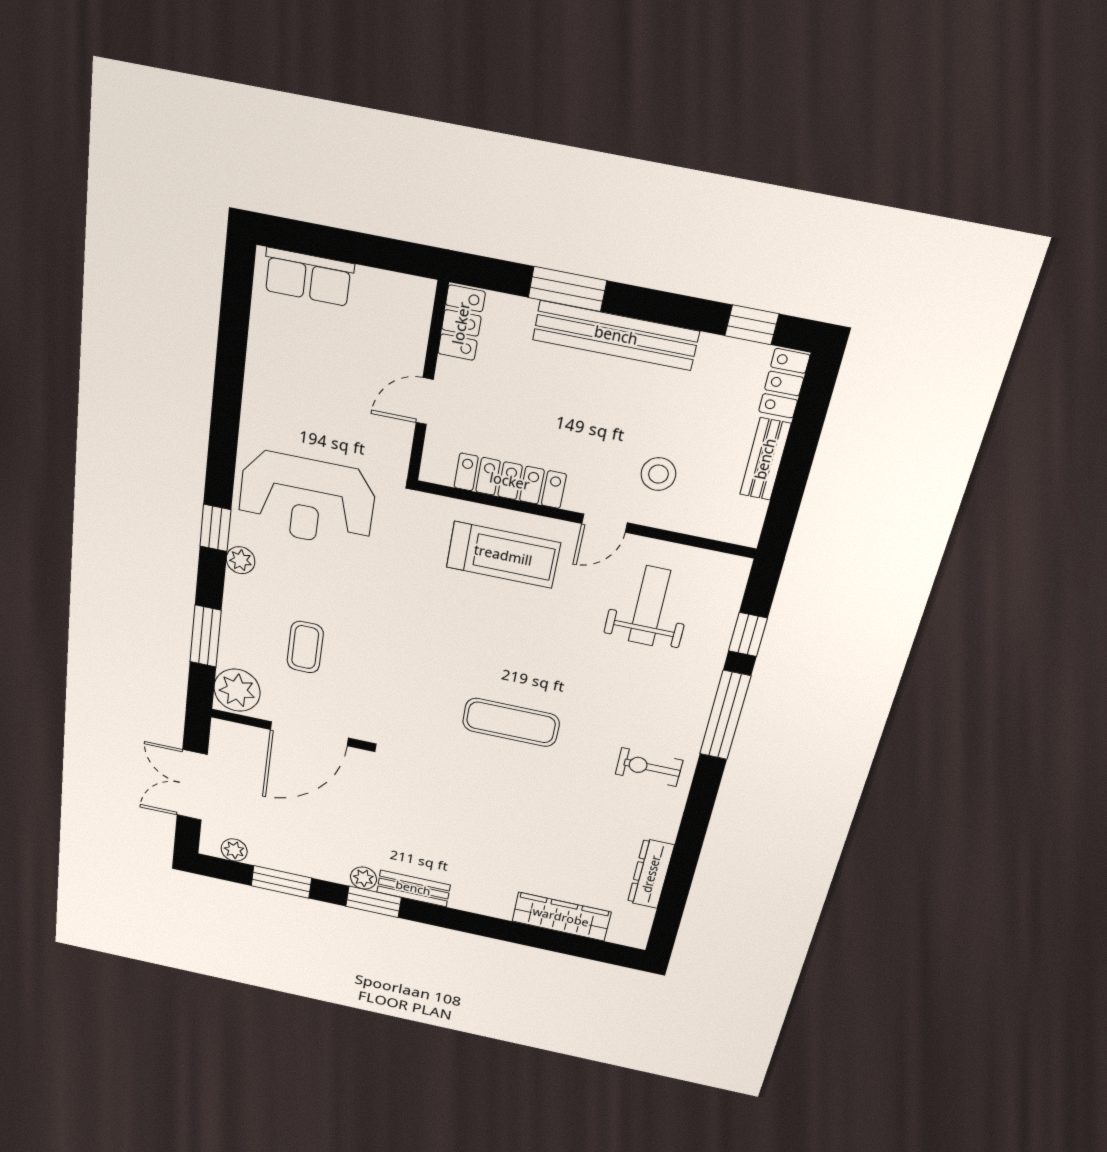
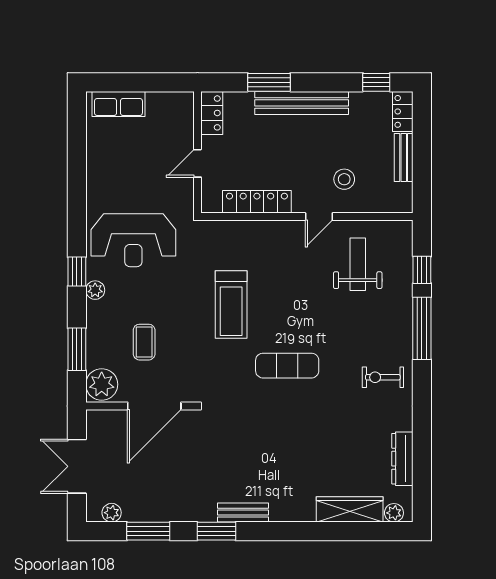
treadmill: (503, 555) -> (231, 305), moved, turned 90
plant: (363, 878) -> (394, 513), moved

